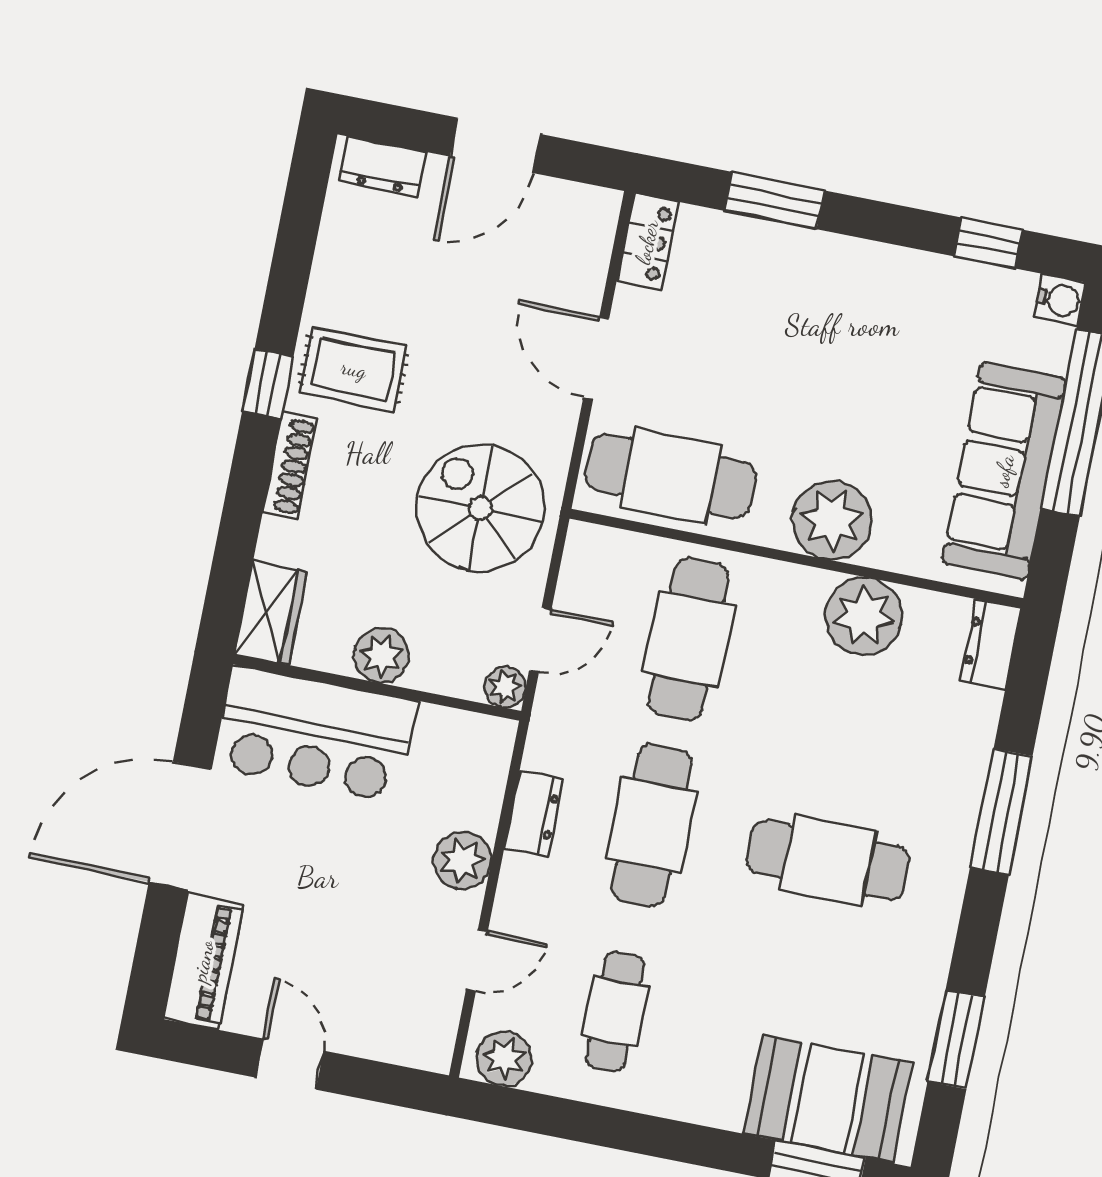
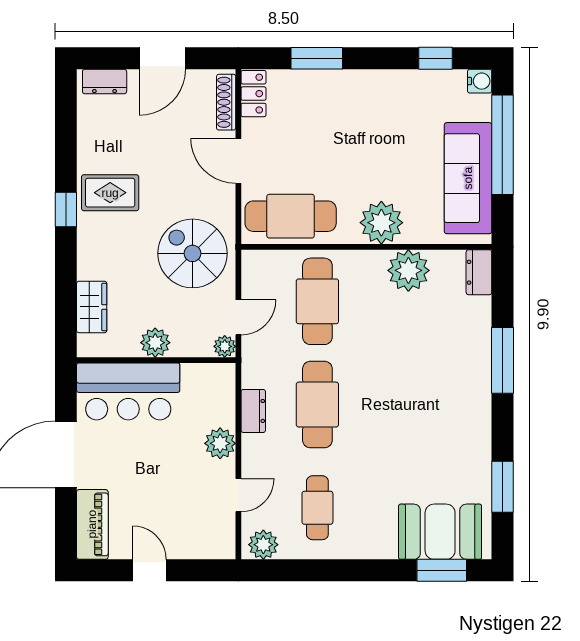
shoe rack: (290, 466) -> (226, 102), moved, turned 180
wardrobe: (271, 613) -> (92, 307), moved
cafe table: (828, 860) -> (415, 405), removed

